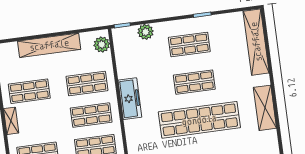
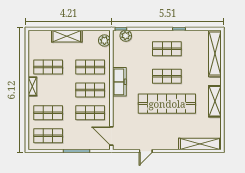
plant: (146, 32) -> (126, 36), moved
shelving: (49, 45) -> (67, 36), width x0.68

